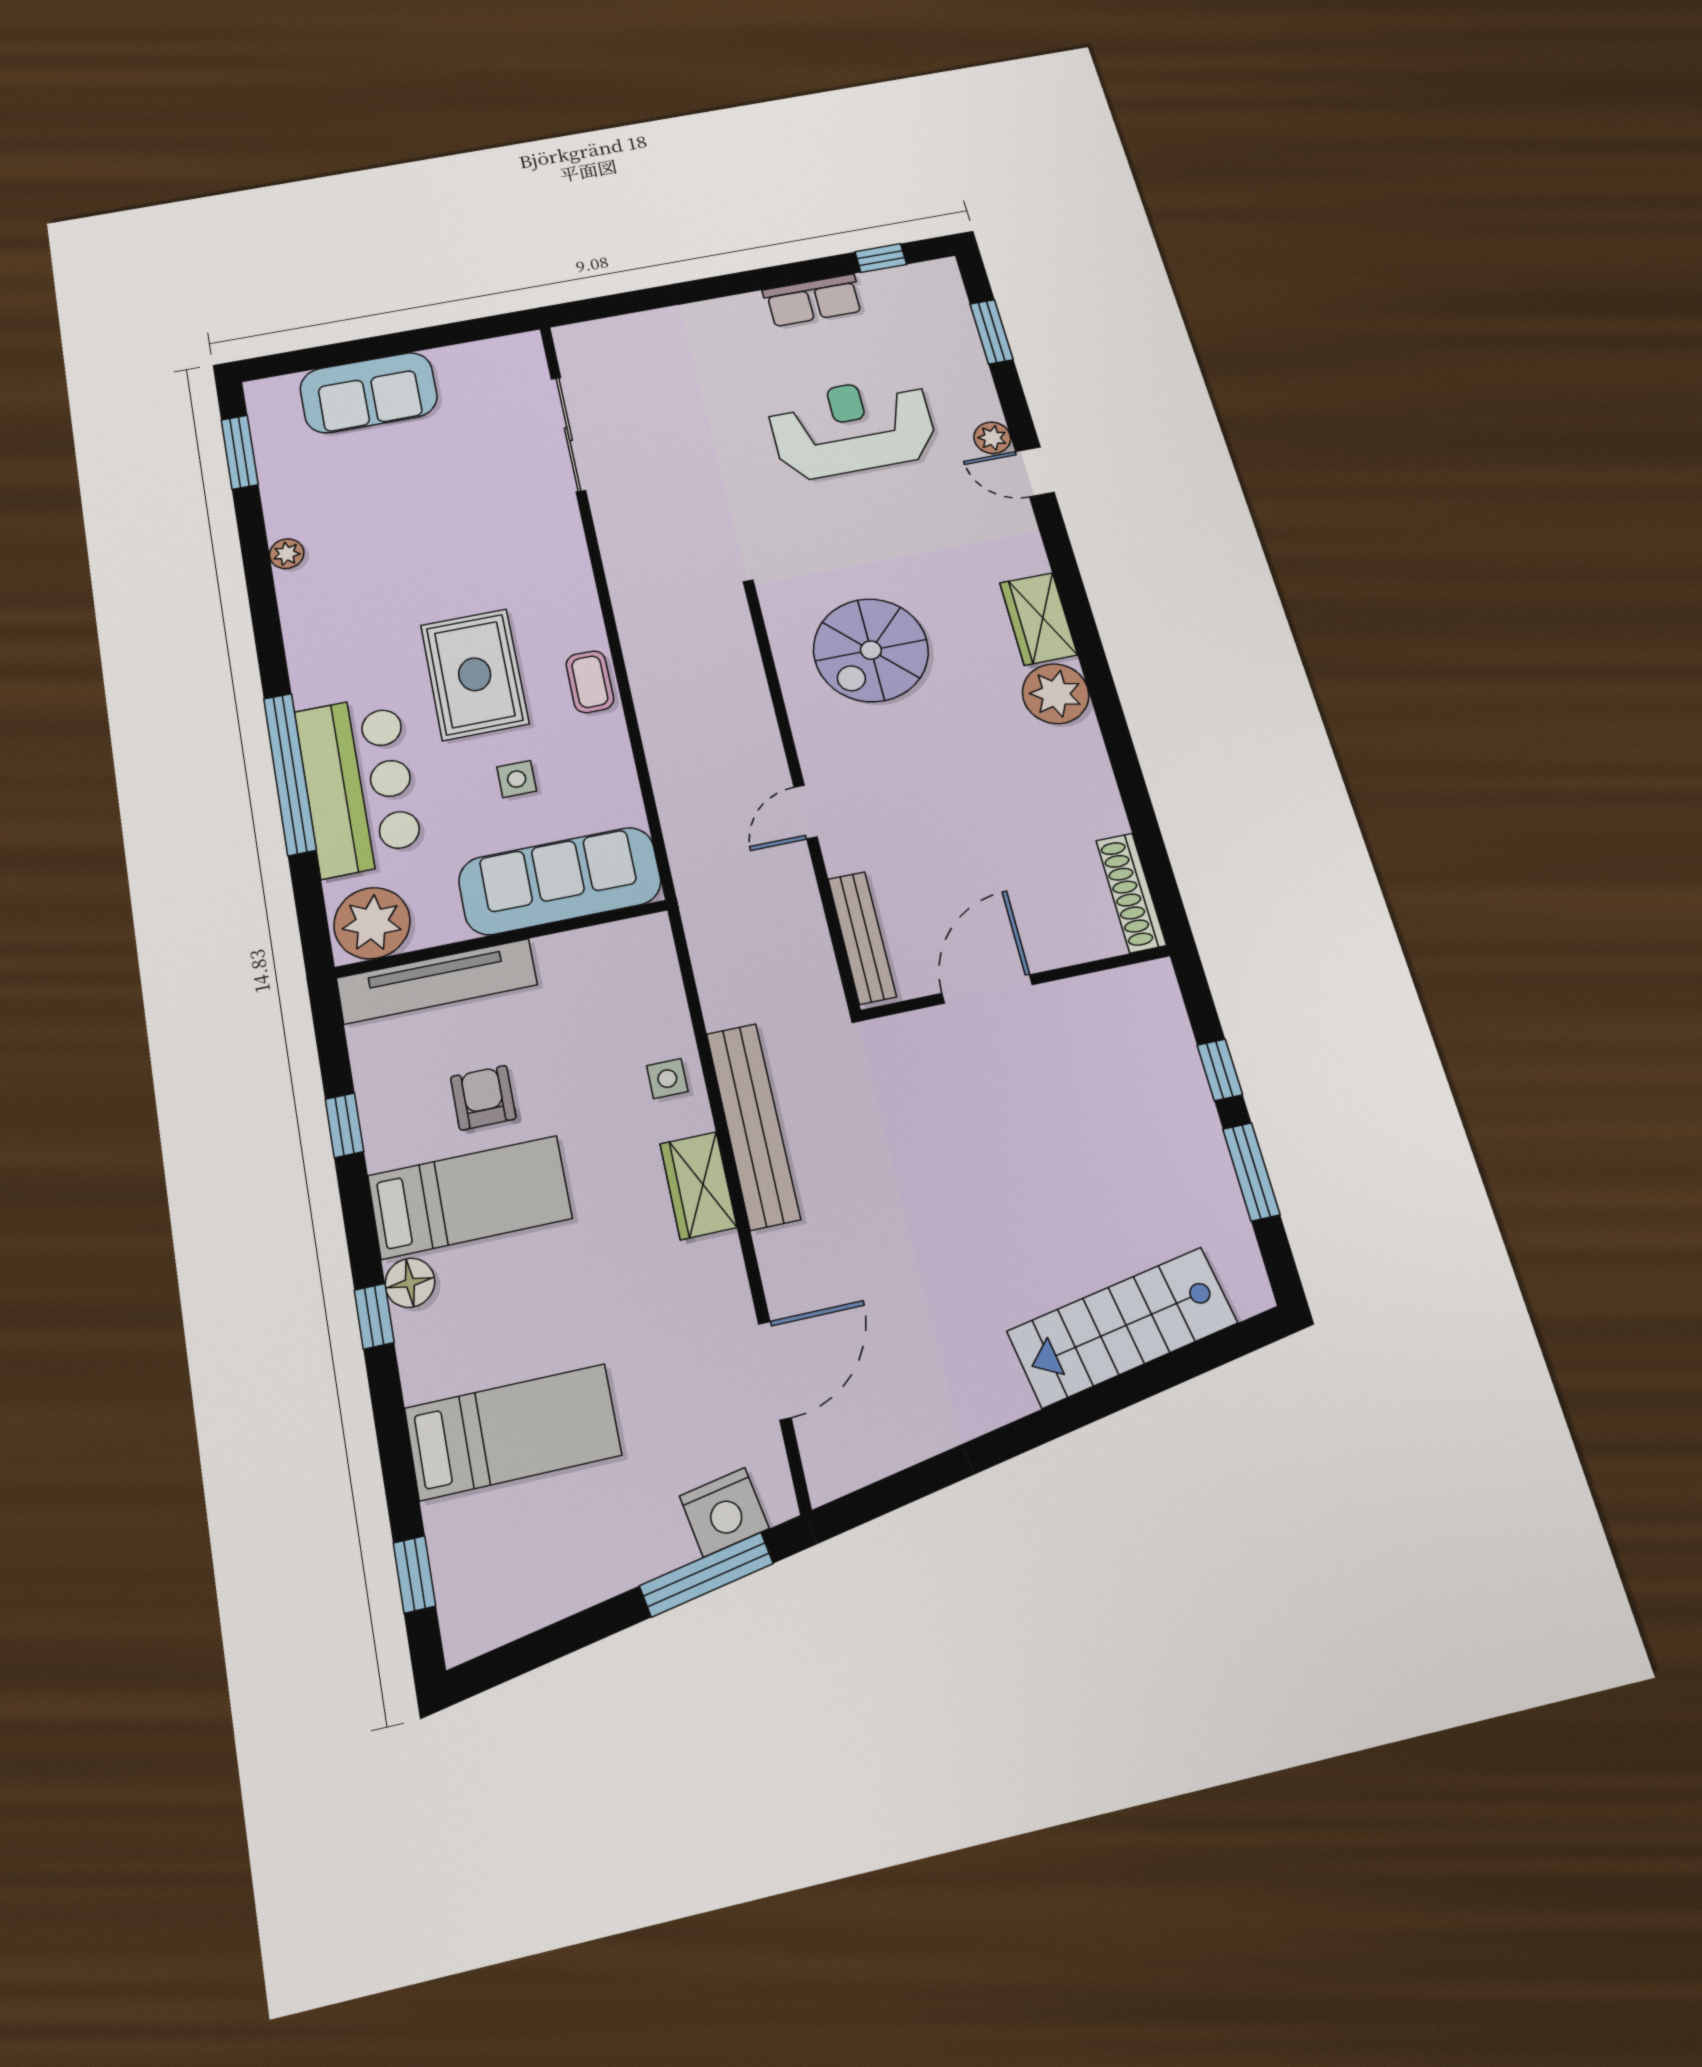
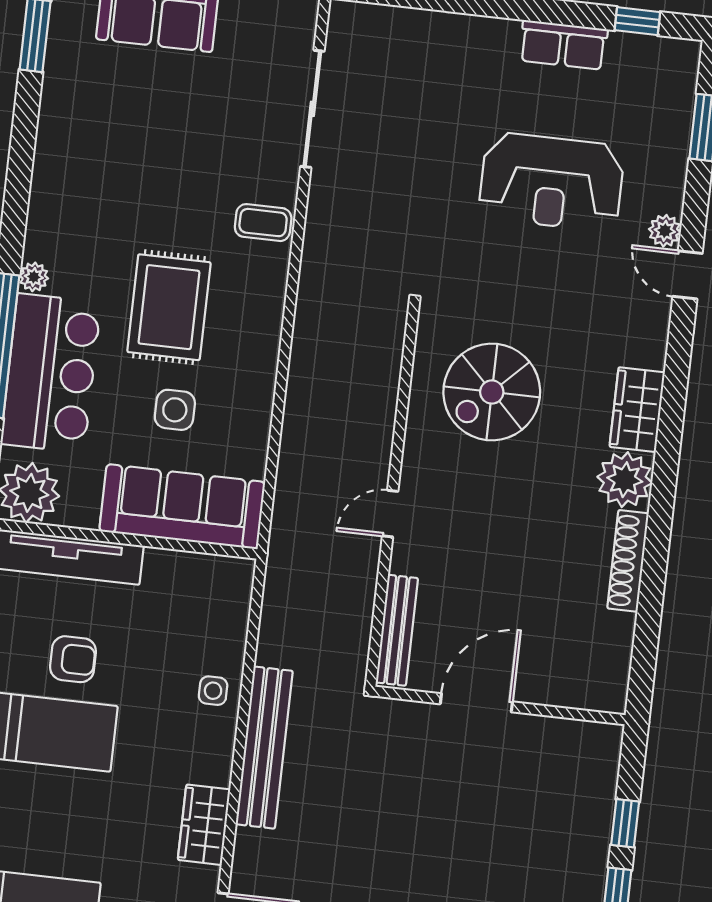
reception desk: (852, 428) -> (551, 182), turned 180
plant: (287, 554) -> (34, 277), moved
coffee table: (590, 682) -> (263, 223), moved, turned 90
side table: (517, 779) -> (175, 410), width x1.37, depth x1.37
shoe rack: (1131, 893) -> (628, 561), moved
armchair: (483, 1098) -> (73, 659), turned 90
wardrobe: (698, 1185) -> (204, 825), moved

